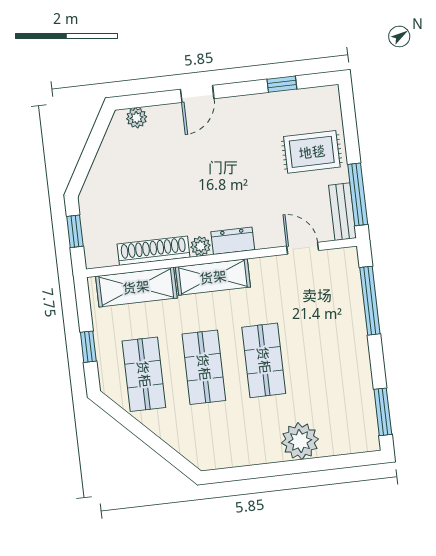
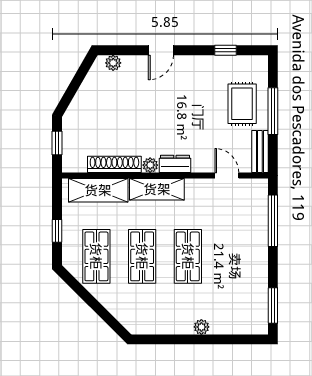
rug: (312, 152) -> (242, 104), turned 90
window: (358, 194) -> (273, 111), moved
plant: (300, 441) -> (201, 327), width x0.53, depth x0.53

